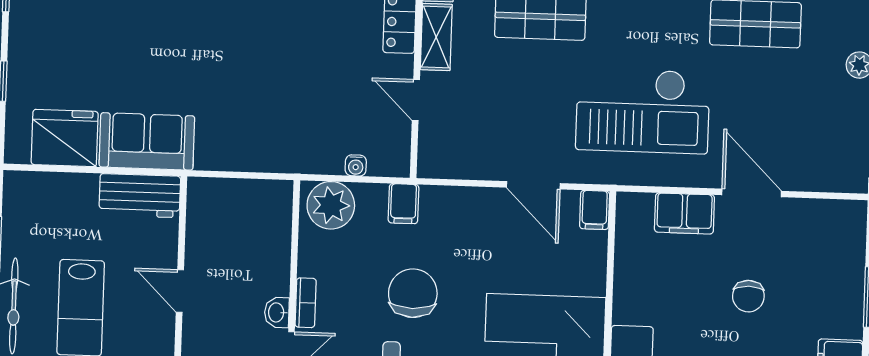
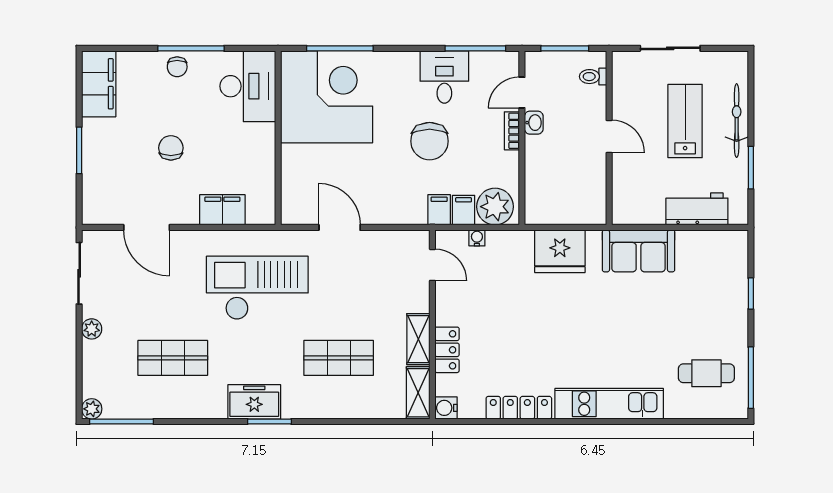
door: (416, 100) -> (432, 265), moved
fridge: (65, 138) -> (560, 251), moved
door: (752, 193) -> (147, 227), moved
workbench: (140, 196) -> (697, 209), moved
filing cabinet: (595, 210) -> (464, 210), moved

